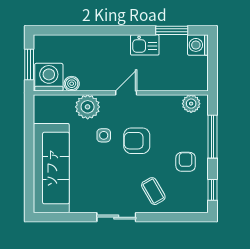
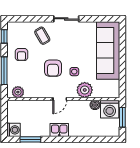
kitchen sink: (145, 45) -> (59, 130), moved
armchair: (137, 141) -> (53, 68), turned 90

